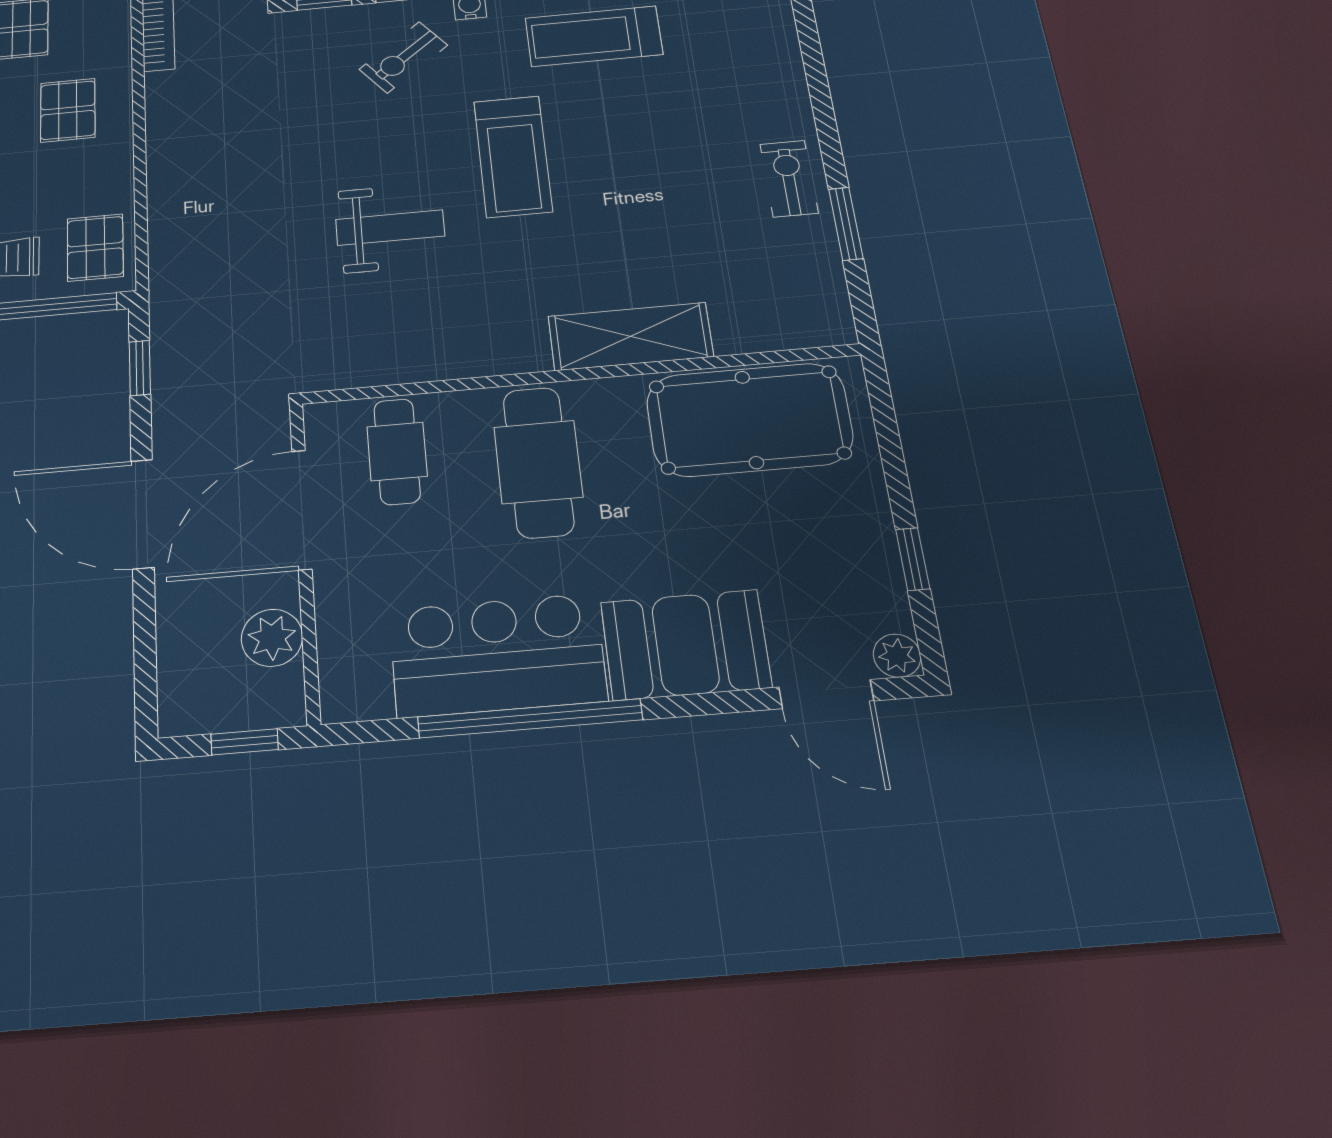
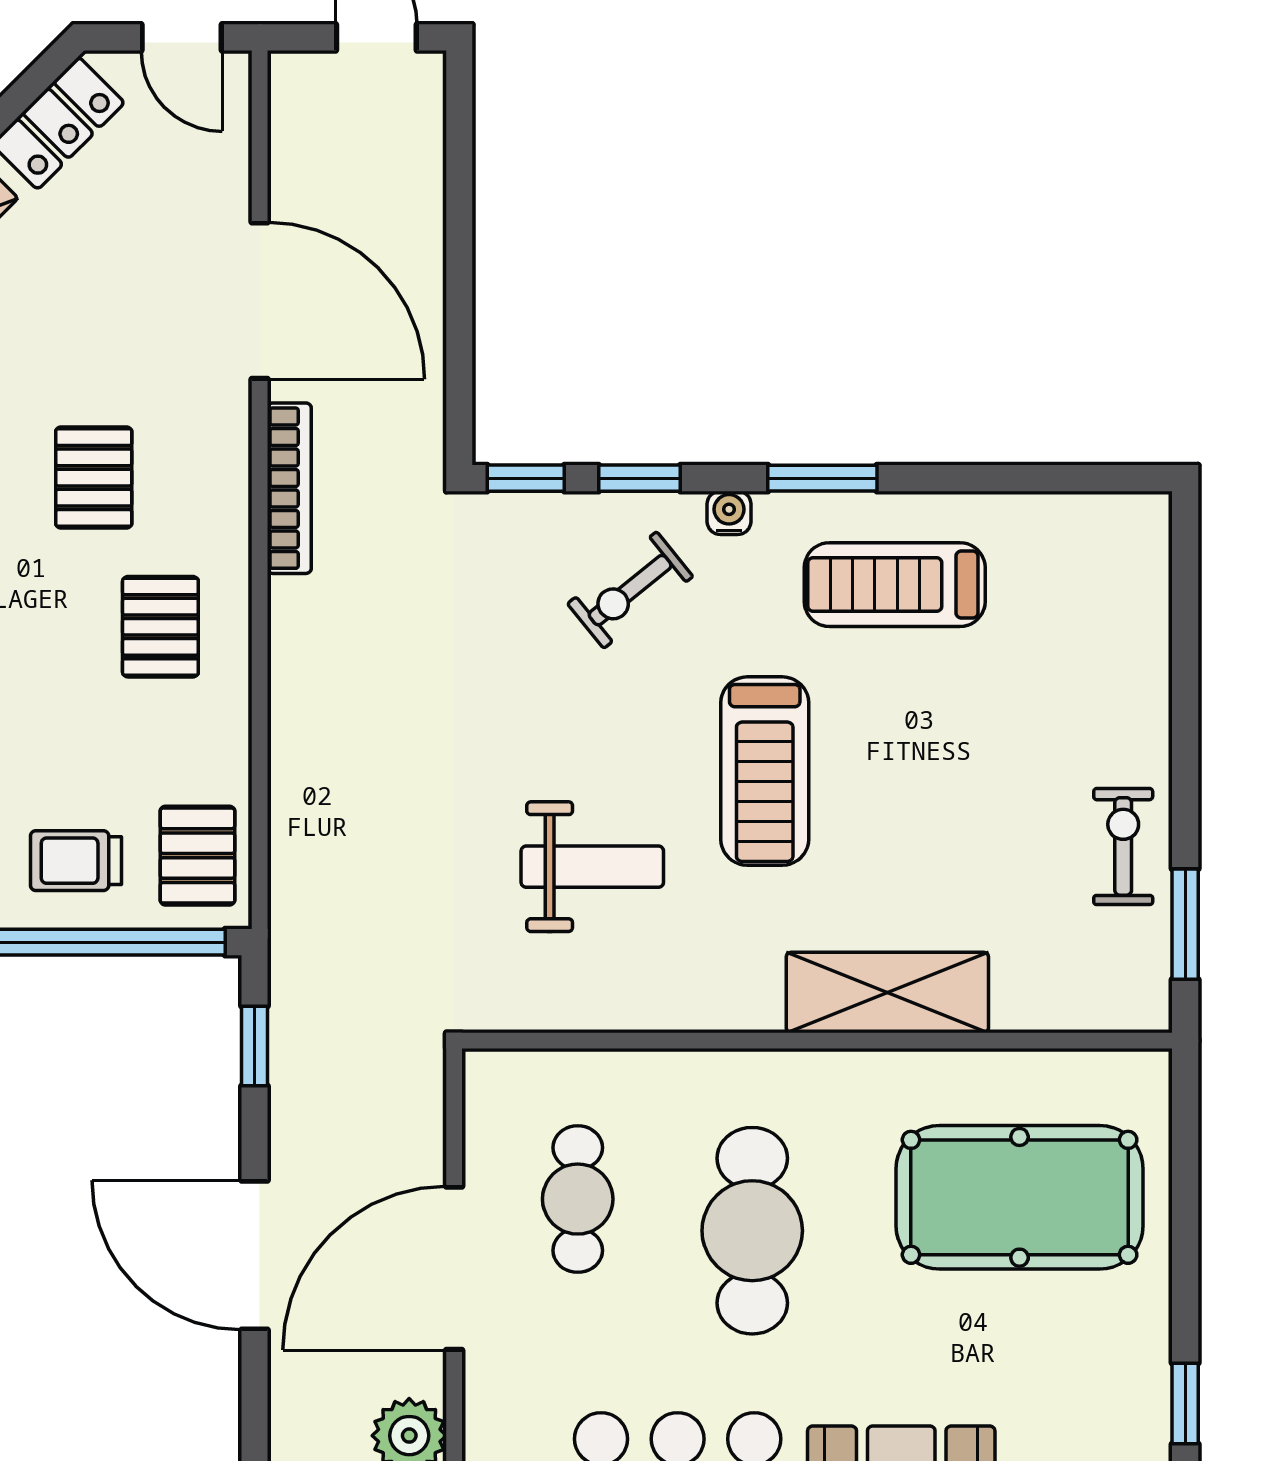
shelving: (631, 336) -> (887, 992), moved
wall: (580, 374) -> (817, 1041), moved

